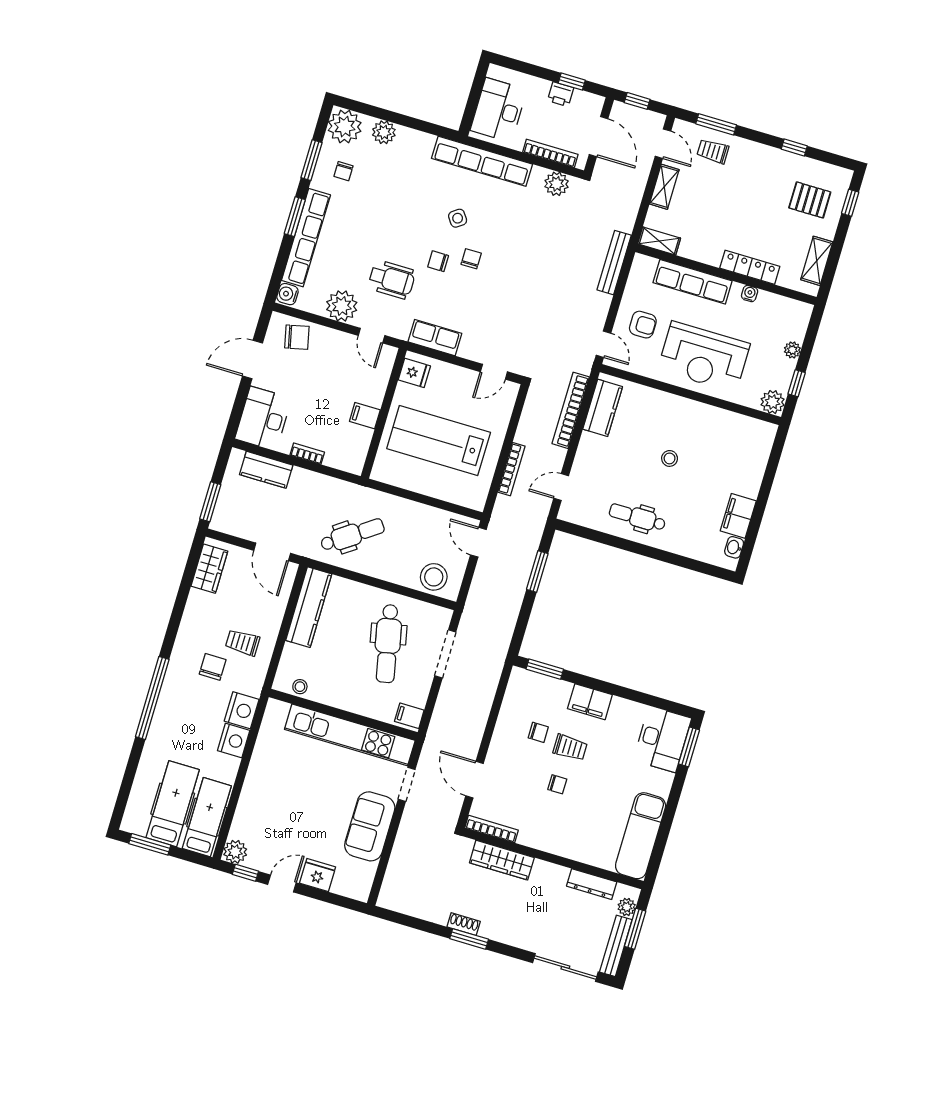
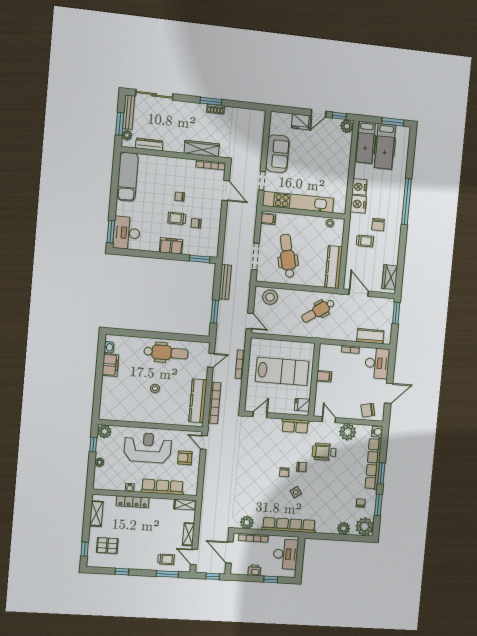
window: (572, 82) -> (271, 579), moved
bench: (614, 263) -> (225, 282), moved
kitchen counter: (603, 408) -> (198, 401), width x1.50
dental chair: (637, 517) -> (166, 353), width x1.36, depth x1.38

